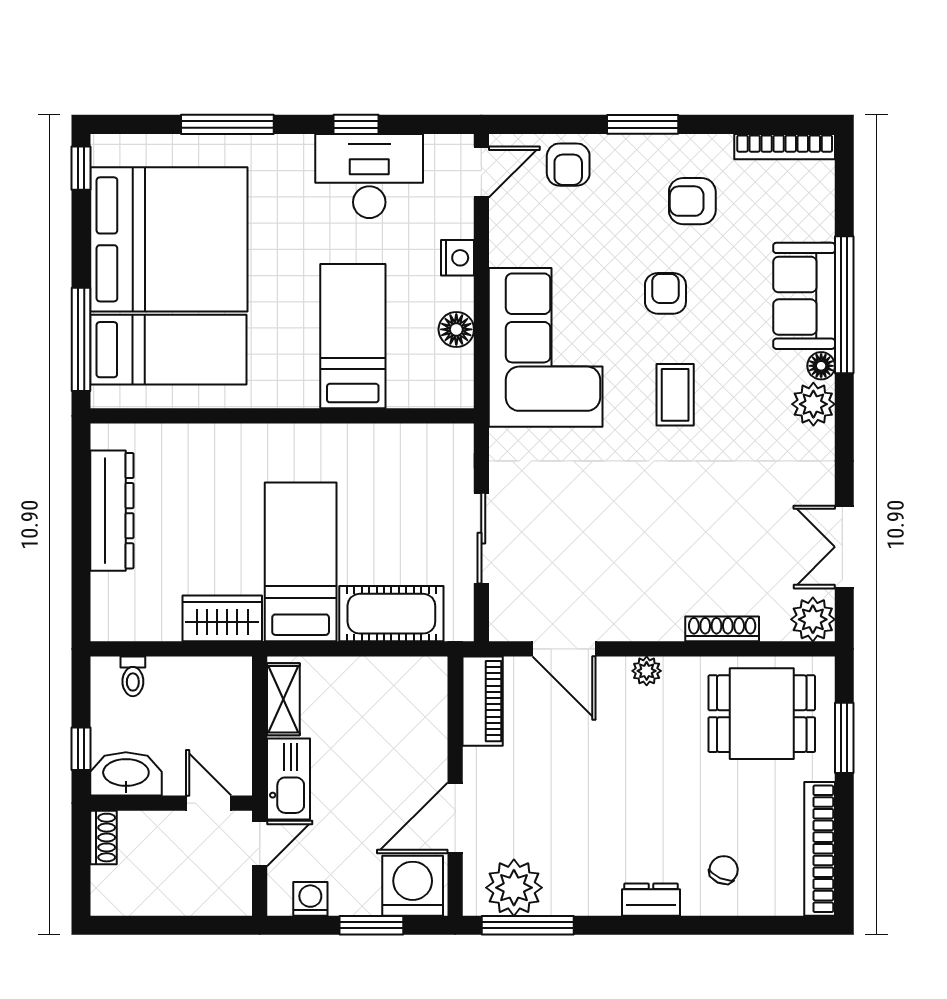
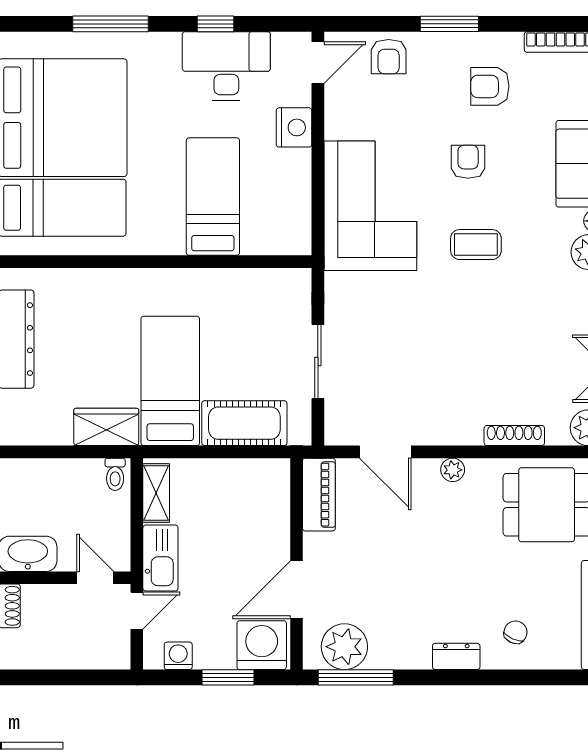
nightstand: (458, 258) -> (294, 127), width x1.36, depth x1.33
floor lamp: (456, 329) -> (297, 191), removed
coffee table: (675, 395) -> (476, 245), turned 90
toilet: (133, 676) -> (115, 474), moved

